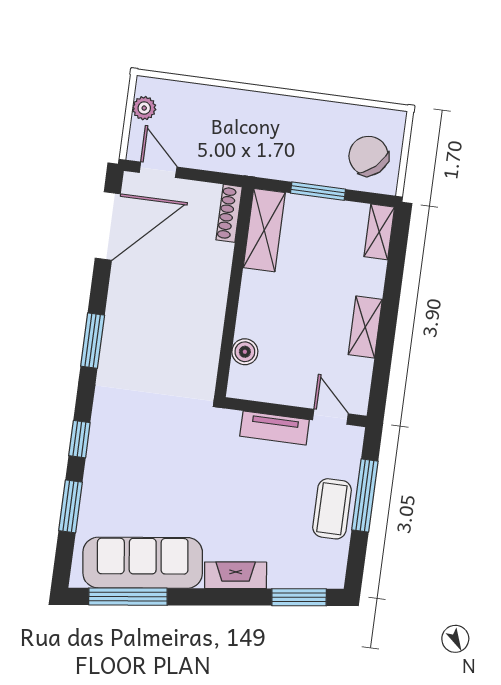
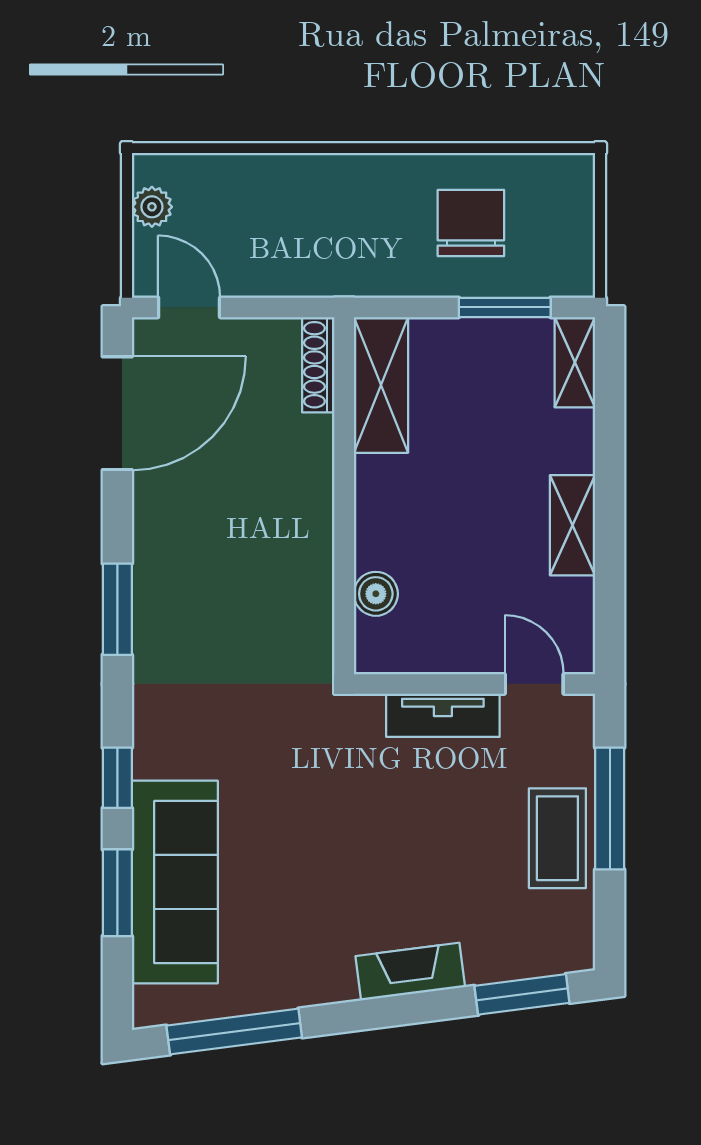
chair: (369, 156) -> (471, 223), moved, turned 43
window: (318, 191) -> (505, 307), moved
sofa: (143, 563) -> (175, 882), moved, turned 97

